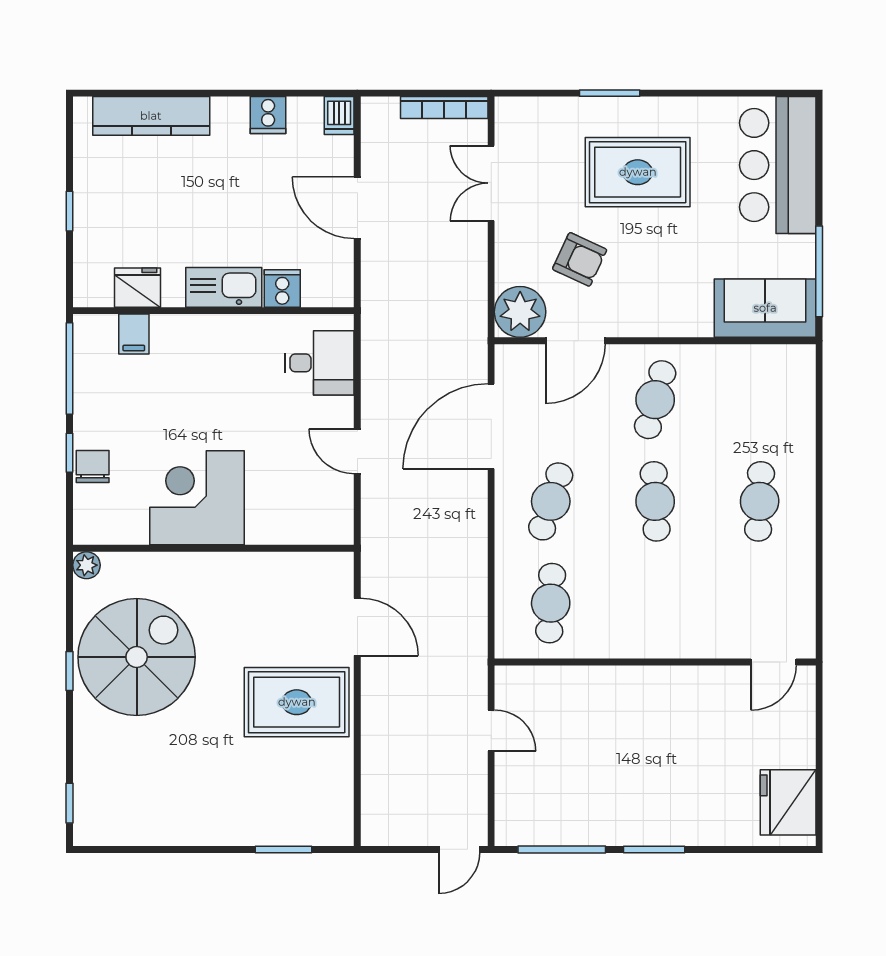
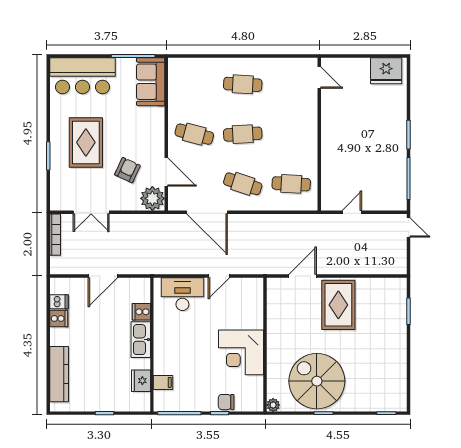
dishwasher: (339, 116) -> (59, 302), moved
desk: (319, 363) -> (182, 294), width x1.37

